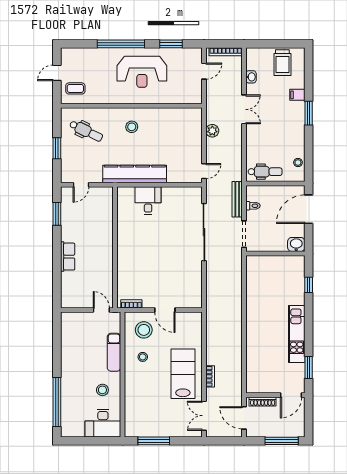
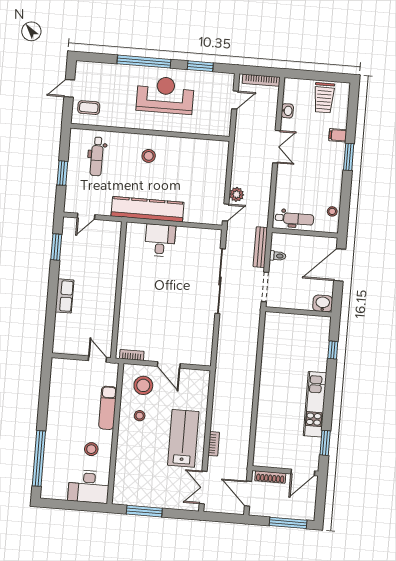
reception desk: (142, 72) -> (165, 95), turned 180
dental chair: (86, 131) -> (97, 156), turned 64
plant: (212, 131) -> (237, 194), moved

